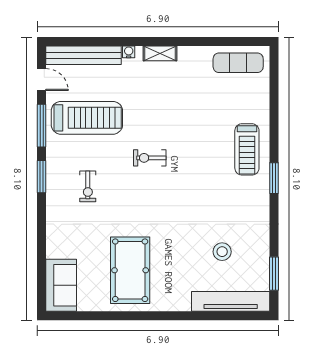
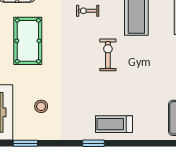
exercise bike: (150, 158) -> (108, 55), width x1.38, depth x1.39
pool table: (130, 270) -> (28, 41), turned 90

